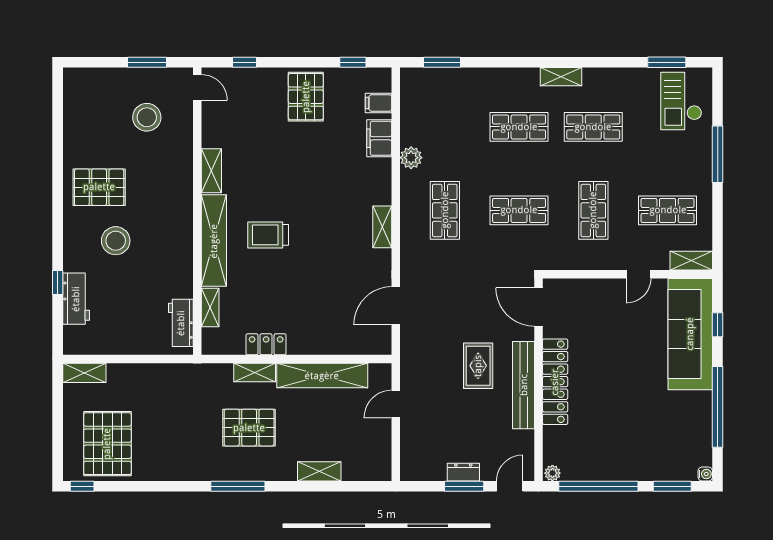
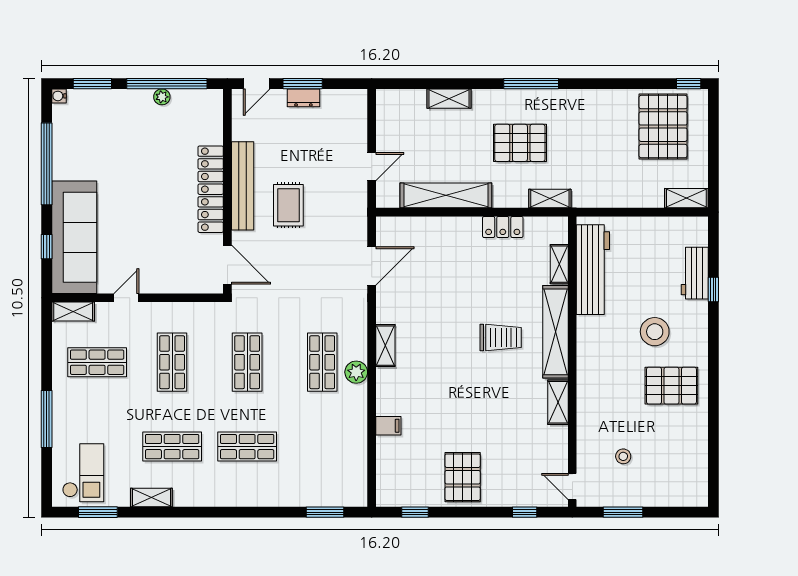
shelving: (561, 77) -> (151, 497), moved
filing cabinet: (379, 103) -> (389, 471), removed
stool: (147, 117) -> (623, 456), width x0.53, depth x0.53
filing cabinet: (379, 138) -> (388, 426), width x0.50
plant: (411, 158) -> (356, 372), moved
shop shelf: (519, 210) -> (247, 362), turned 90
workbench: (181, 323) -> (593, 270), width x1.88, depth x1.32
shelving: (255, 373) -> (550, 198), moved
plant: (552, 473) -> (162, 97), moved

